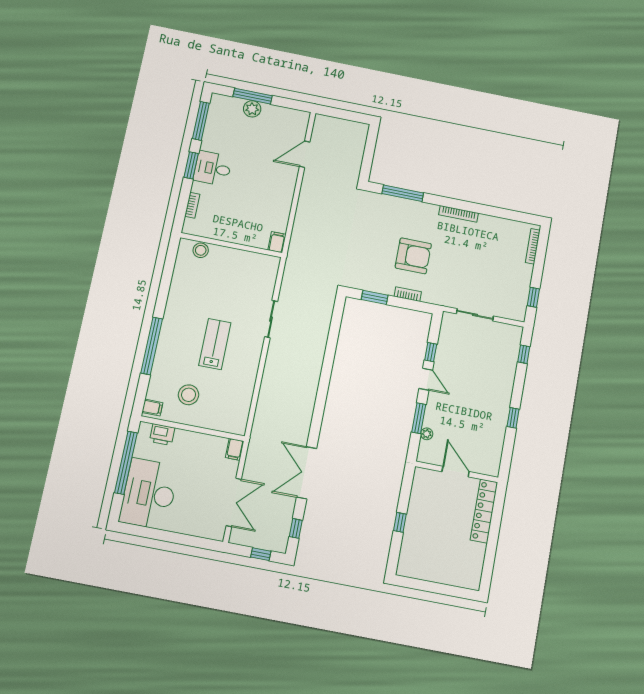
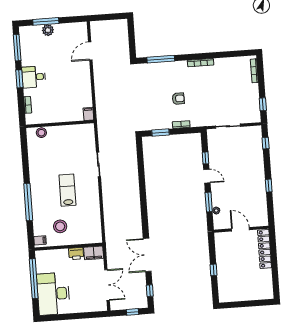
armchair: (413, 256) -> (178, 99), width x0.53, depth x0.53
printer: (162, 435) -> (76, 254), moved
filing cabinet: (235, 449) -> (94, 253), width x2.00

